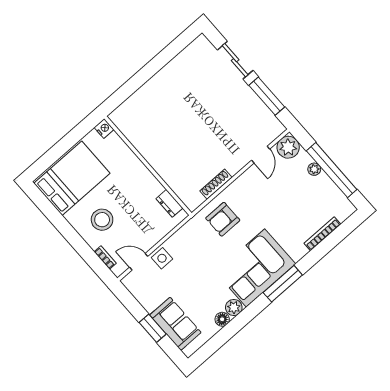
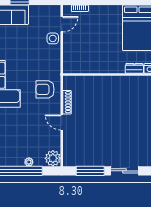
door: (261, 155) -> (62, 123), moved
dresser: (170, 203) -> (134, 68), moved
armchair: (223, 219) -> (45, 89), turned -90
stool: (102, 220) -> (102, 24), removed

